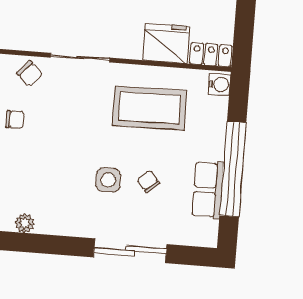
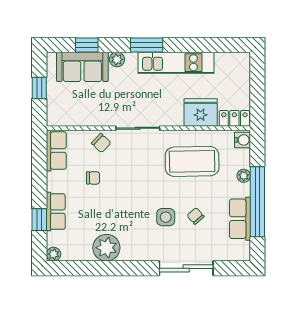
plant: (217, 133) -> (244, 176), added
plant: (25, 223) -> (106, 248), width x1.87, depth x1.87

